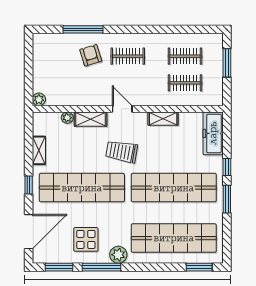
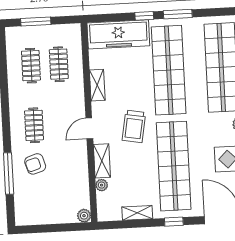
freezer: (213, 133) -> (118, 34), width x1.36, depth x1.26

